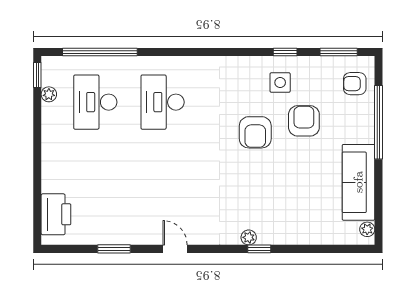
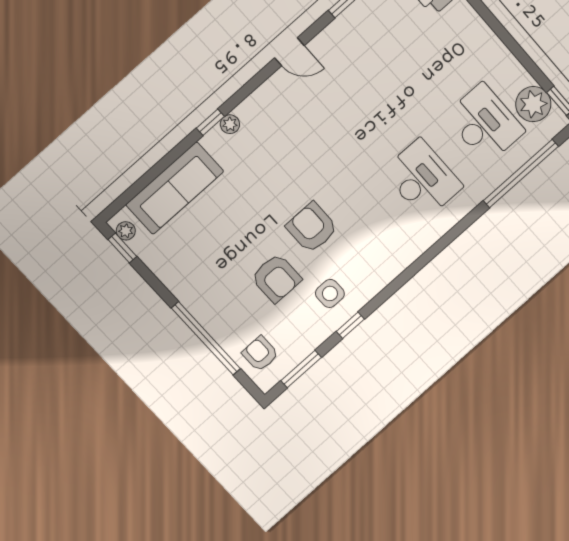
armchair: (355, 84) -> (260, 354), turned -90
plant: (49, 94) -> (533, 104), width x1.88, depth x1.88
sofa: (358, 182) -> (175, 188), moved, turned 90
window: (379, 221) -> (122, 248), added

